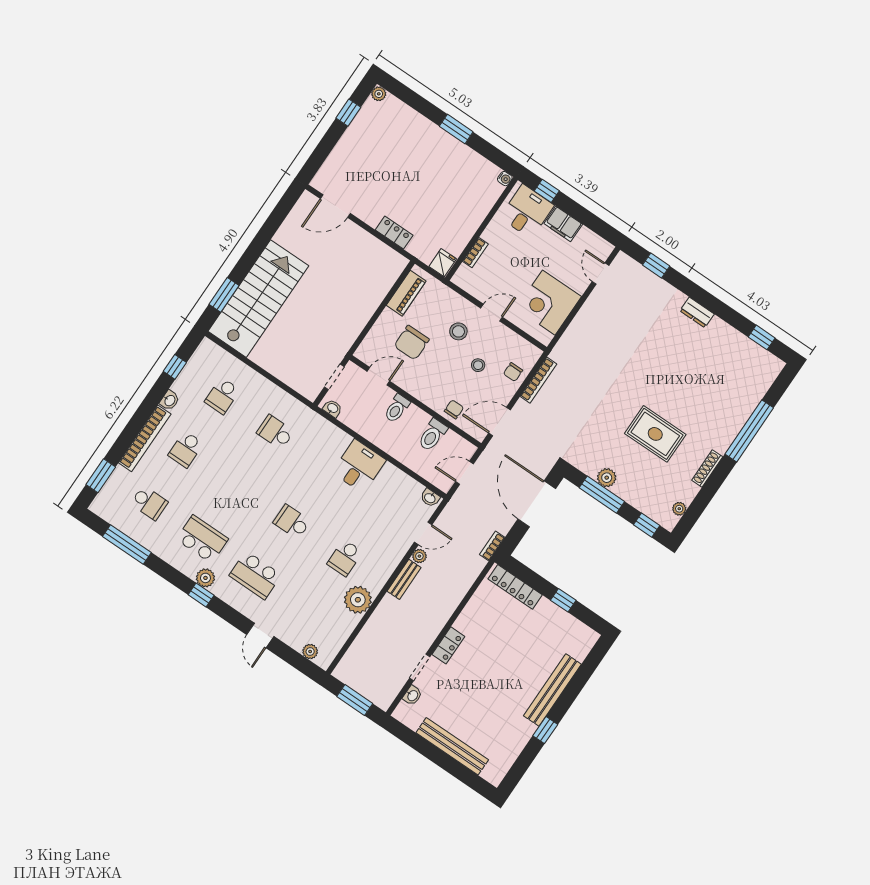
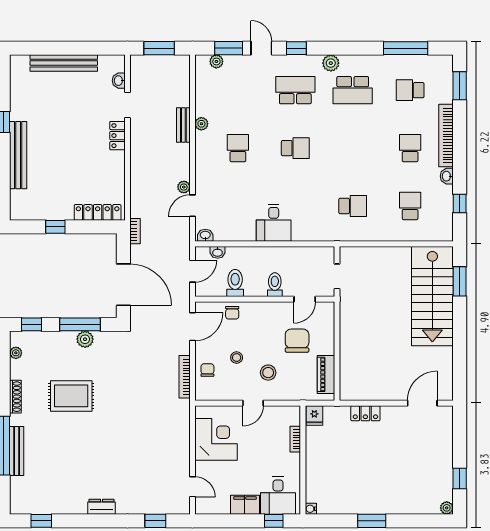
washbasin: (333, 408) -> (218, 252), moved
bench: (740, 417) -> (17, 451), added
bench: (404, 579) -> (183, 125), moved
window: (201, 595) -> (296, 48), moved
plant: (358, 600) -> (201, 124), width x0.53, depth x0.53
window: (290, 656) -> (229, 48), added

